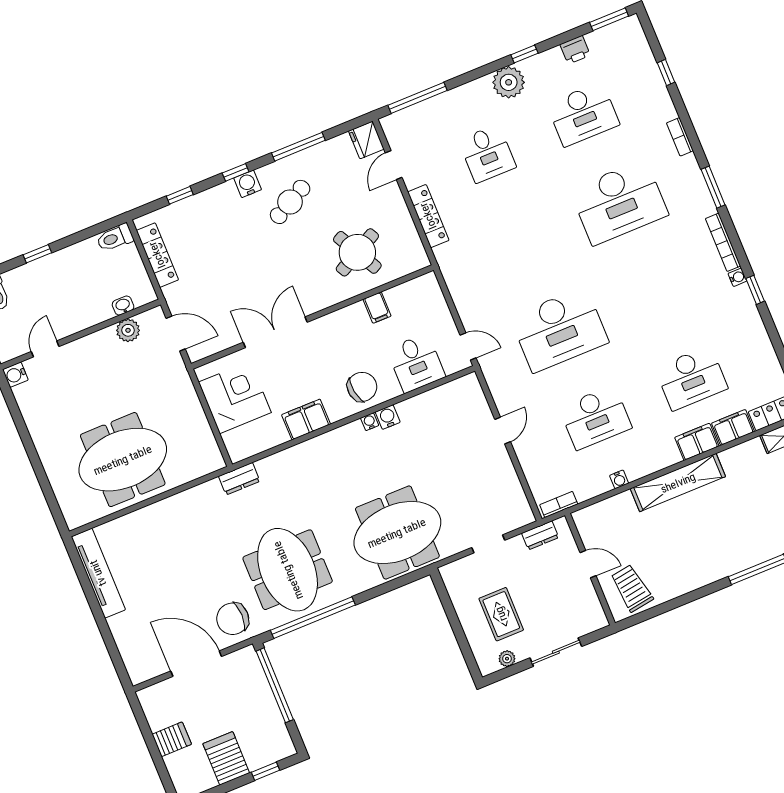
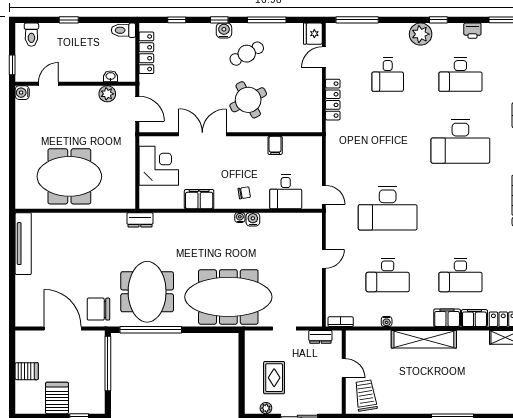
round table: (357, 252) -> (248, 100), moved
chair: (362, 387) -> (244, 193), width x0.54, depth x0.54
meeting table: (397, 533) -> (228, 297), width x1.36

